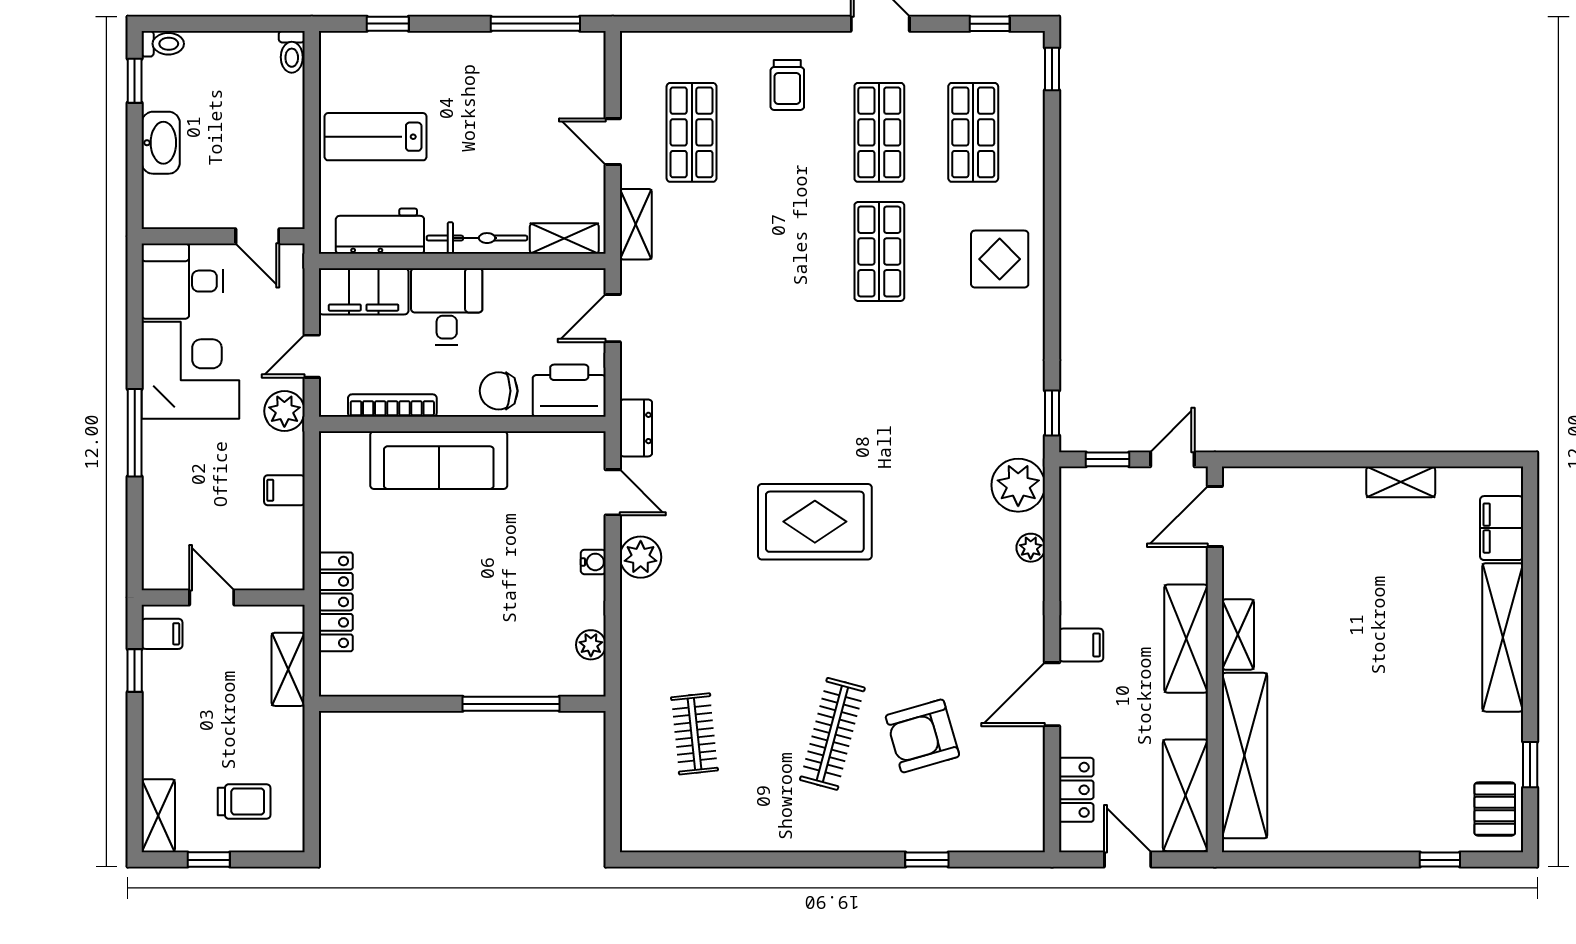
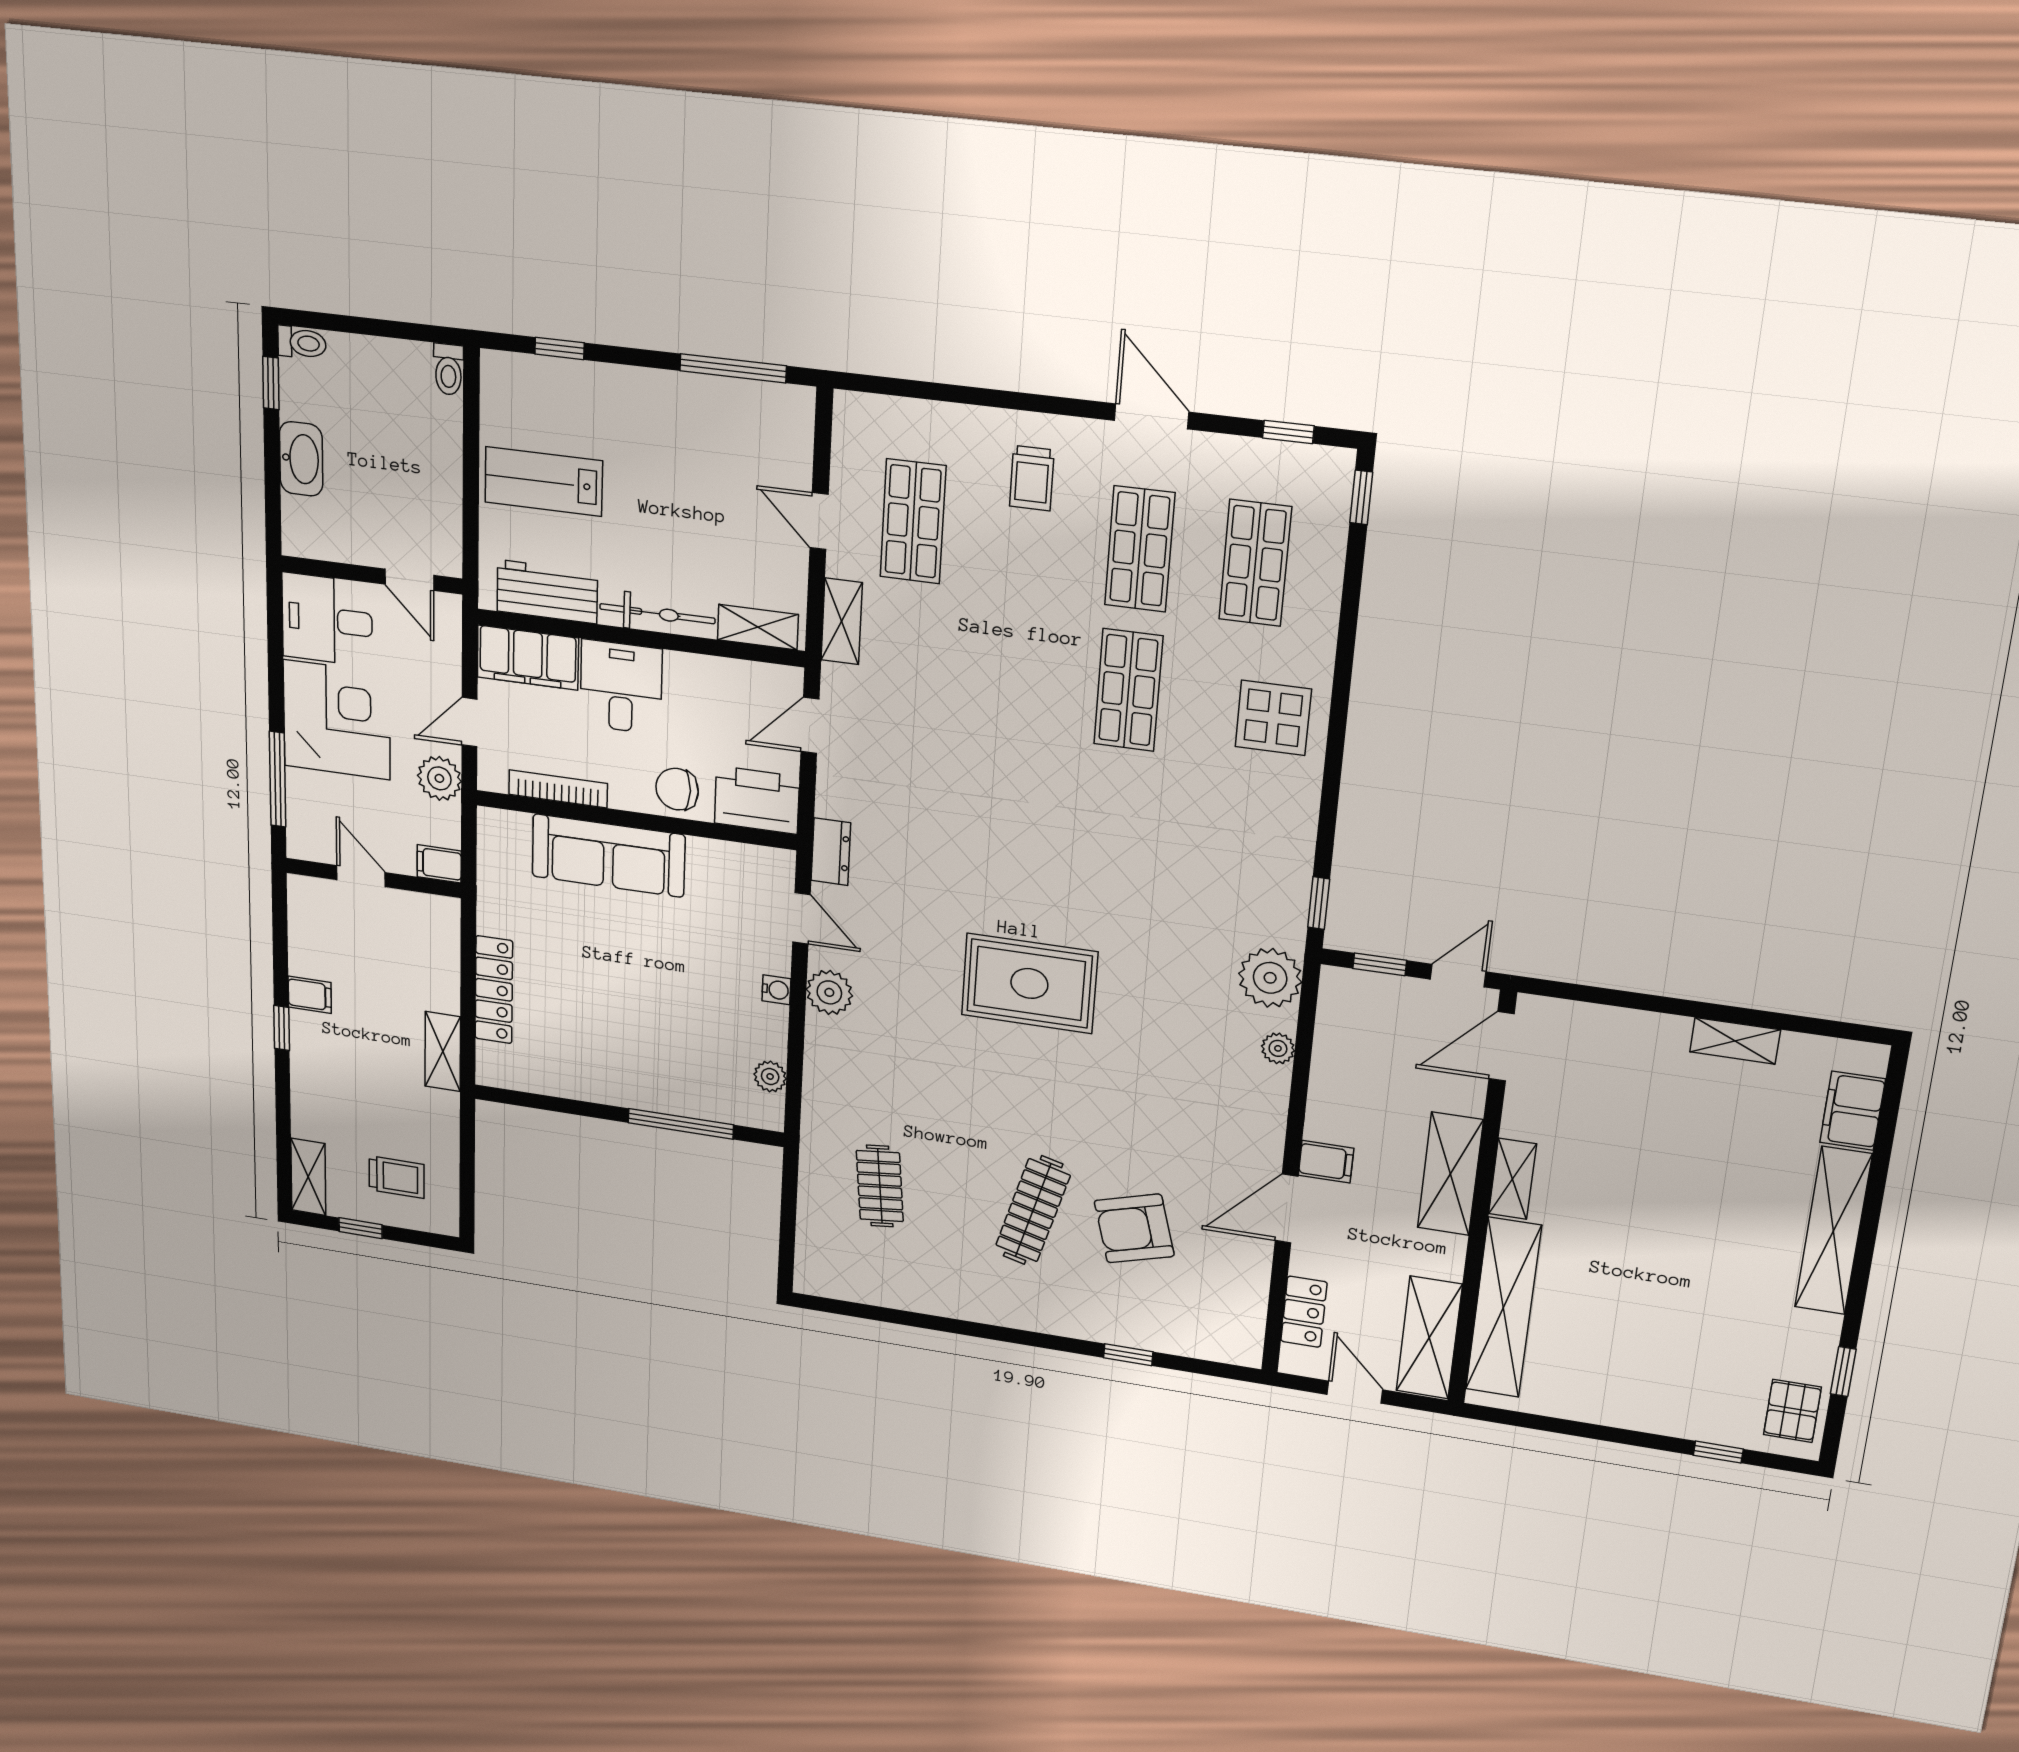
door: (212, 597) -> (361, 876), moved
wall: (223, 597) -> (373, 878), moved

